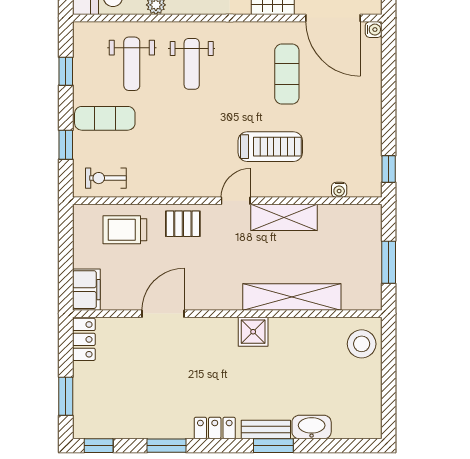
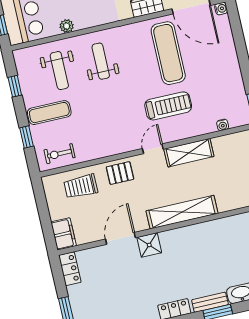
weight bench: (192, 64) -> (101, 61), turned 180
exercise mat: (287, 74) -> (168, 53), width x1.36, depth x1.45
shelving: (292, 297) -> (182, 212), moved
shower: (253, 332) -> (149, 245), moved

